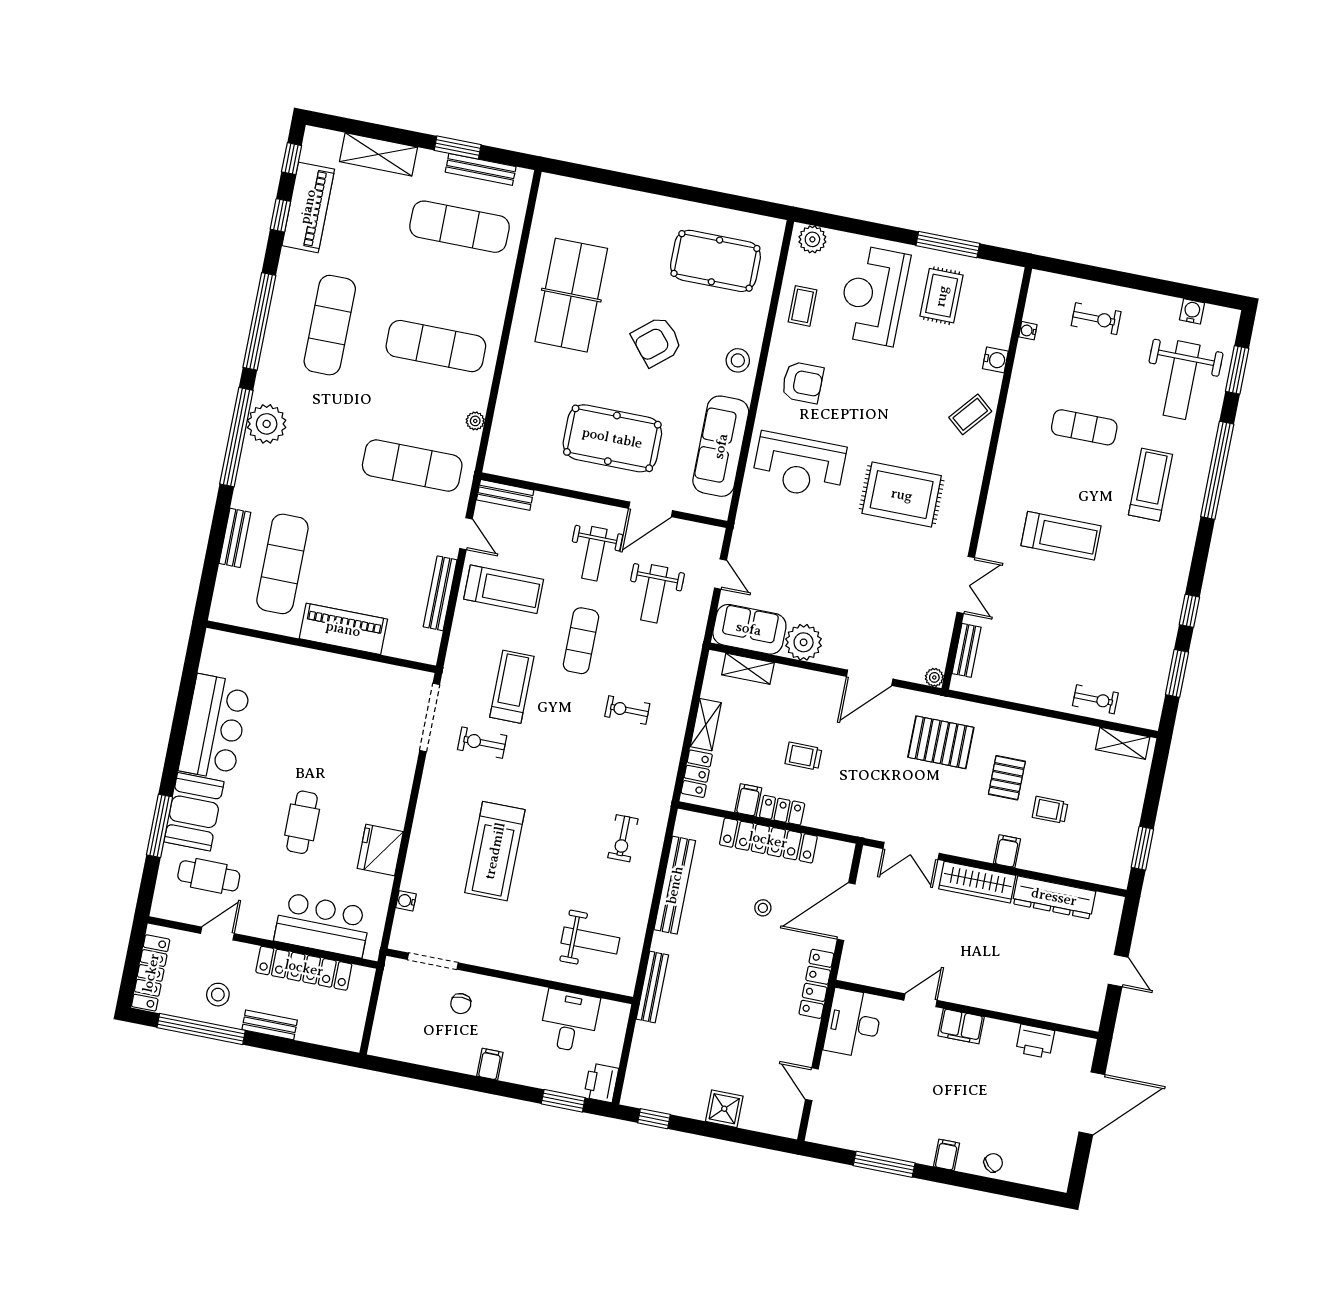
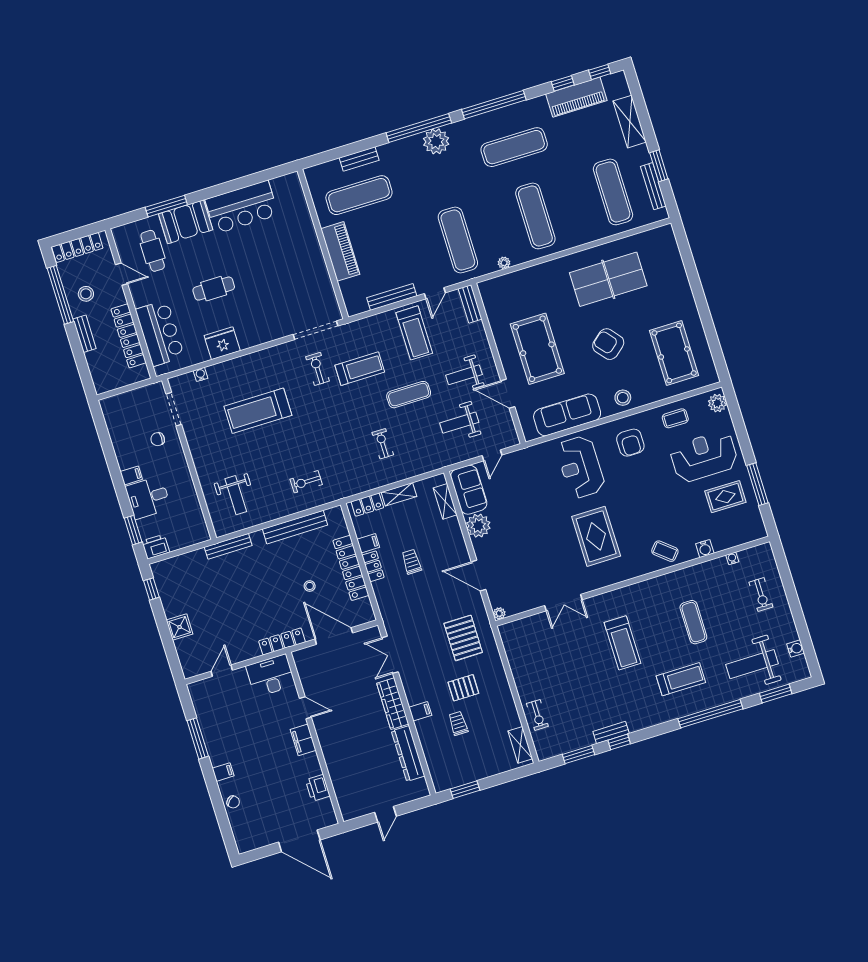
bench: (967, 650) -> (611, 732), moved
desk: (569, 1021) -> (148, 498), moved, turned 180

